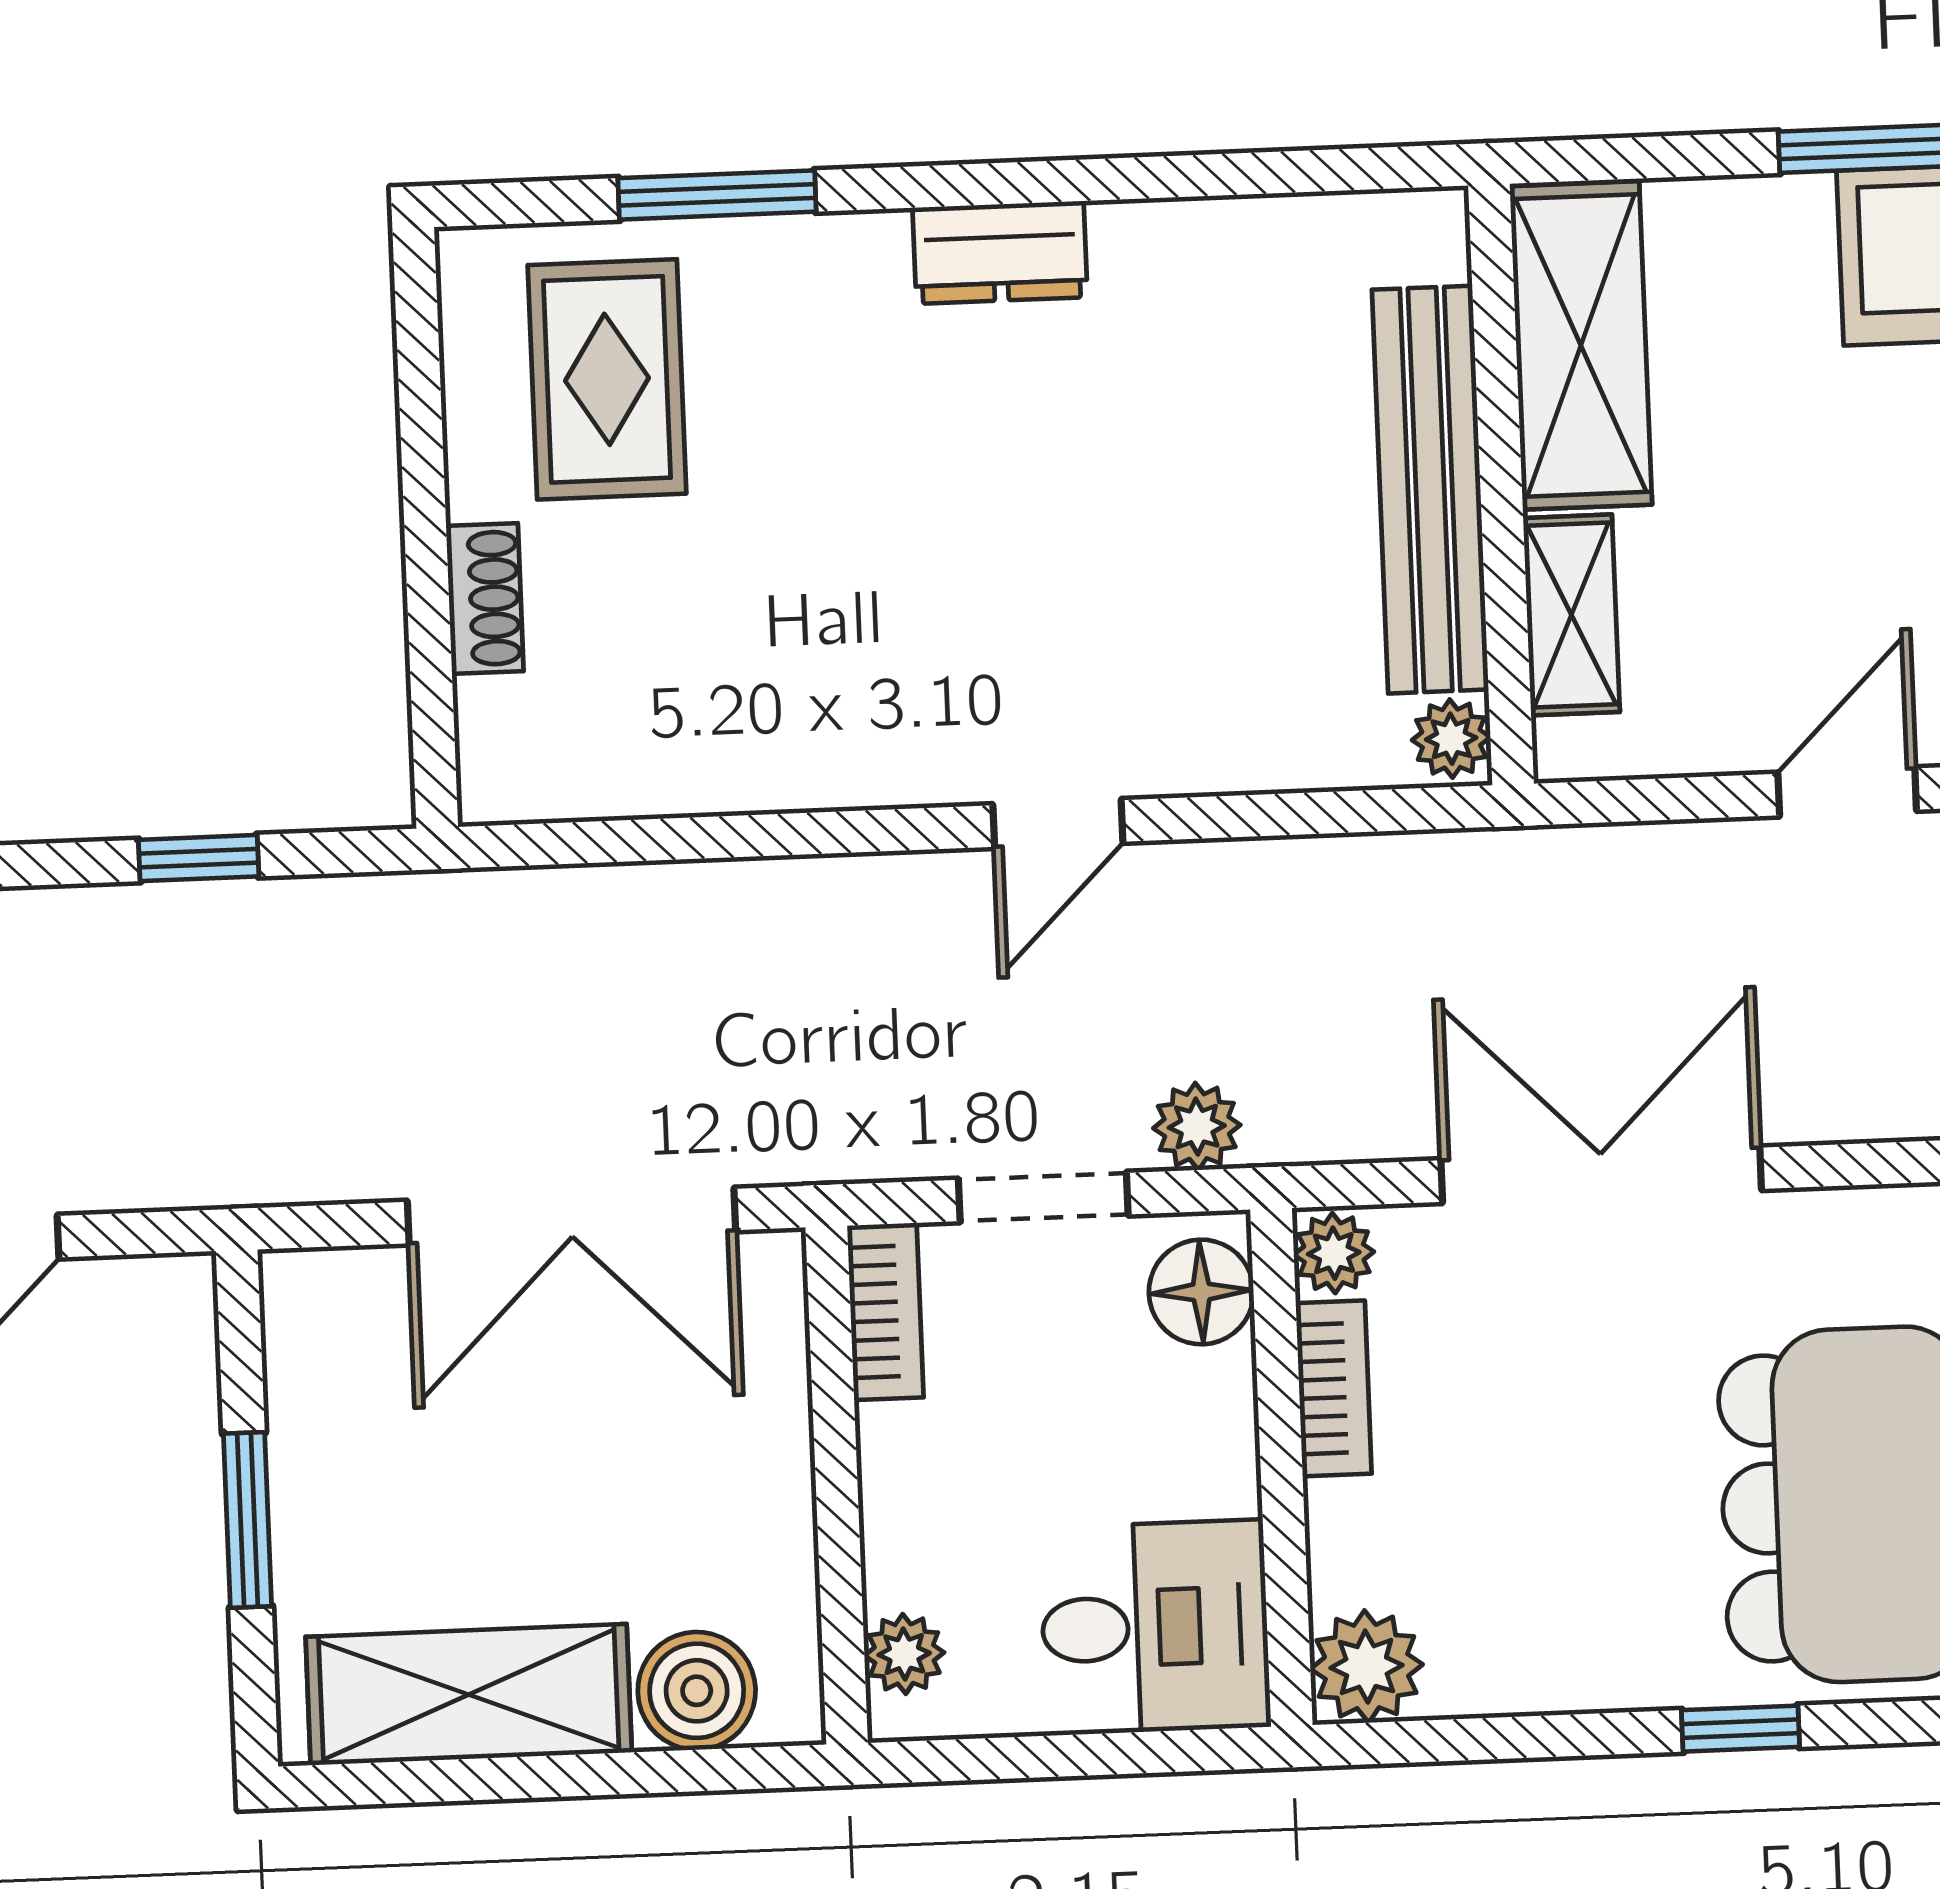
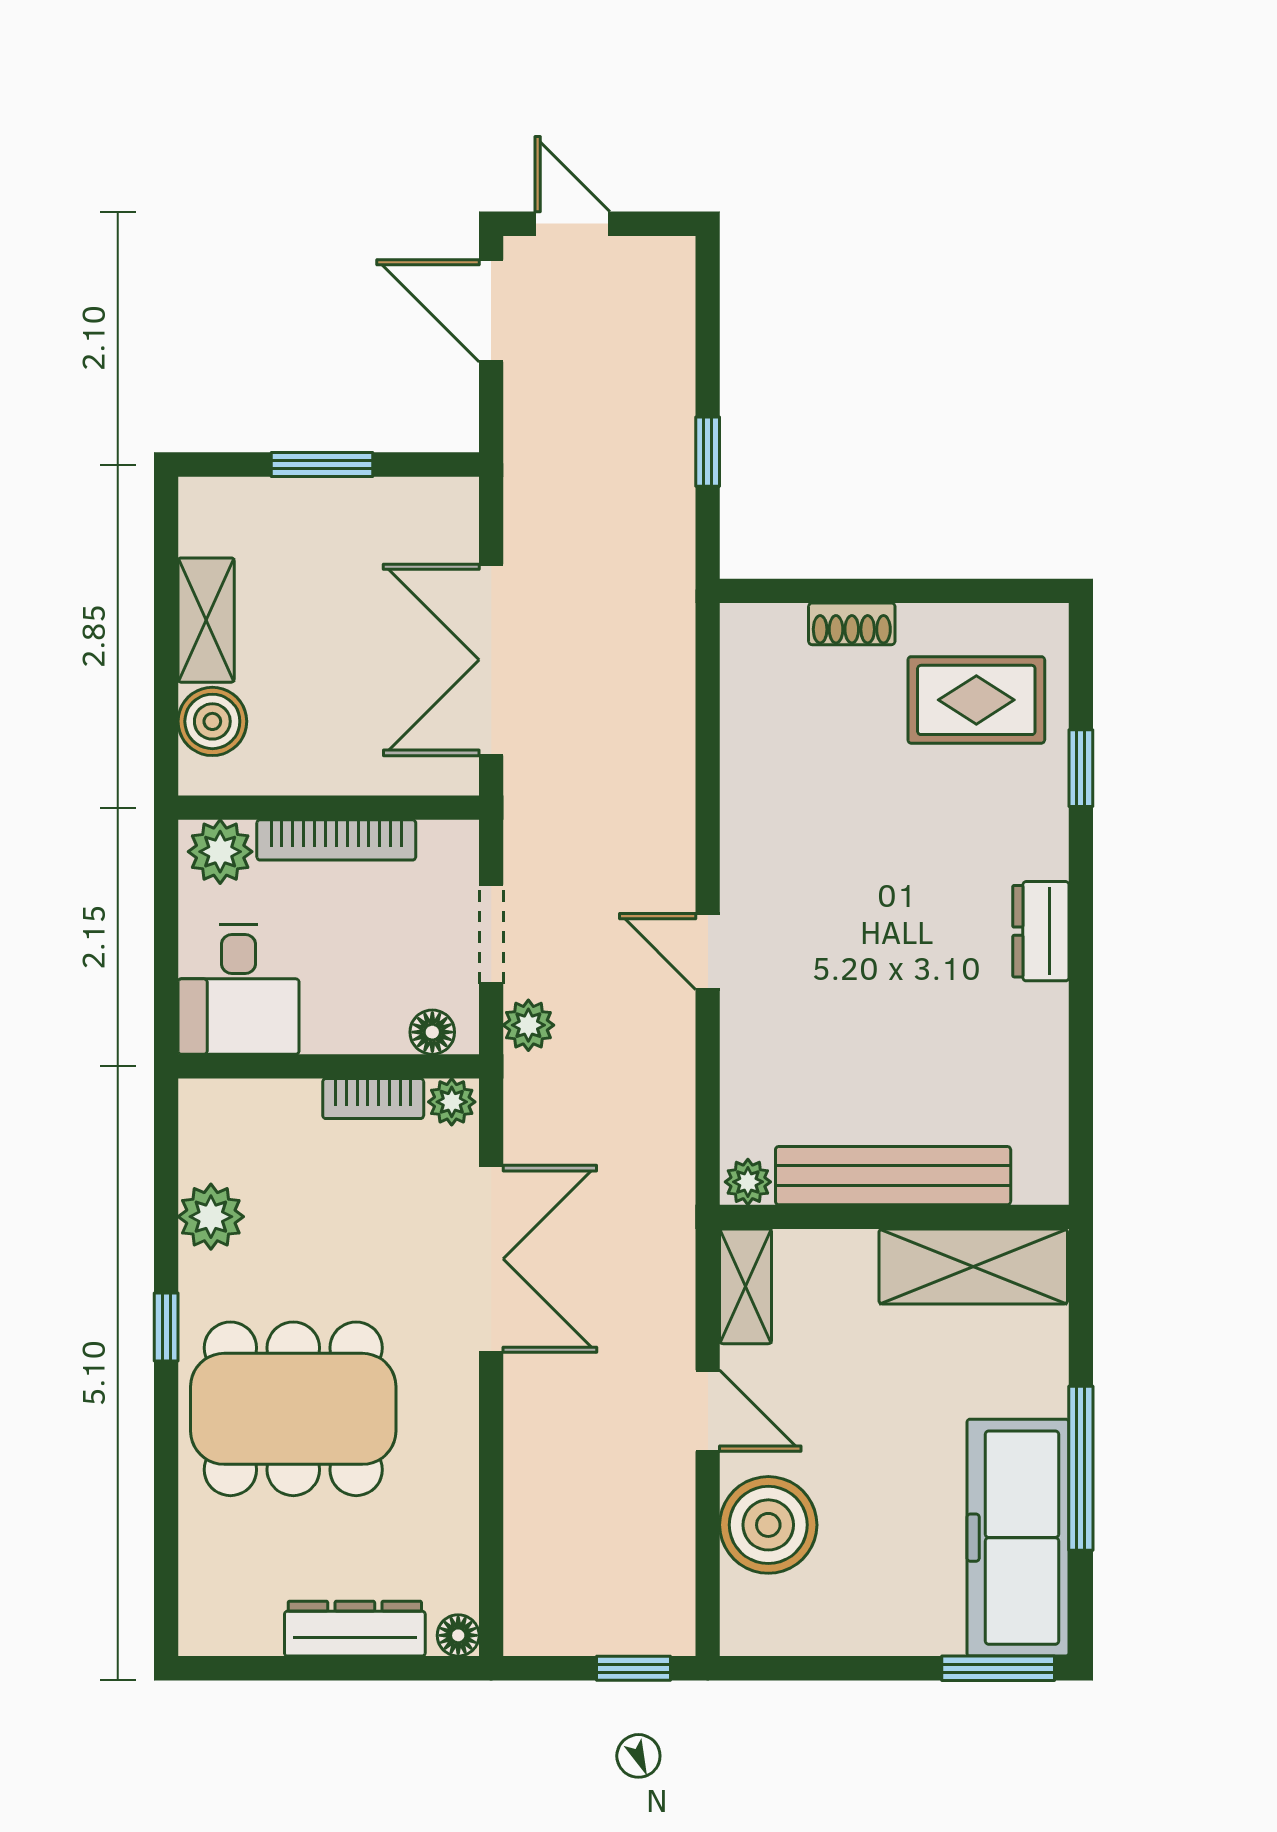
window: (717, 195) -> (1081, 768), width x0.67
shelving: (1571, 615) -> (746, 1286), moved, turned 90
floor lamp: (1201, 1292) -> (432, 1032), width x0.73, depth x0.73
bookcase: (885, 1312) -> (336, 840), moved, width x1.56
plant: (904, 1654) -> (220, 852), width x1.38, depth x1.38
plant: (1367, 1667) -> (211, 1217), moved
shelving: (469, 1695) -> (206, 620), width x0.67, depth x0.75

